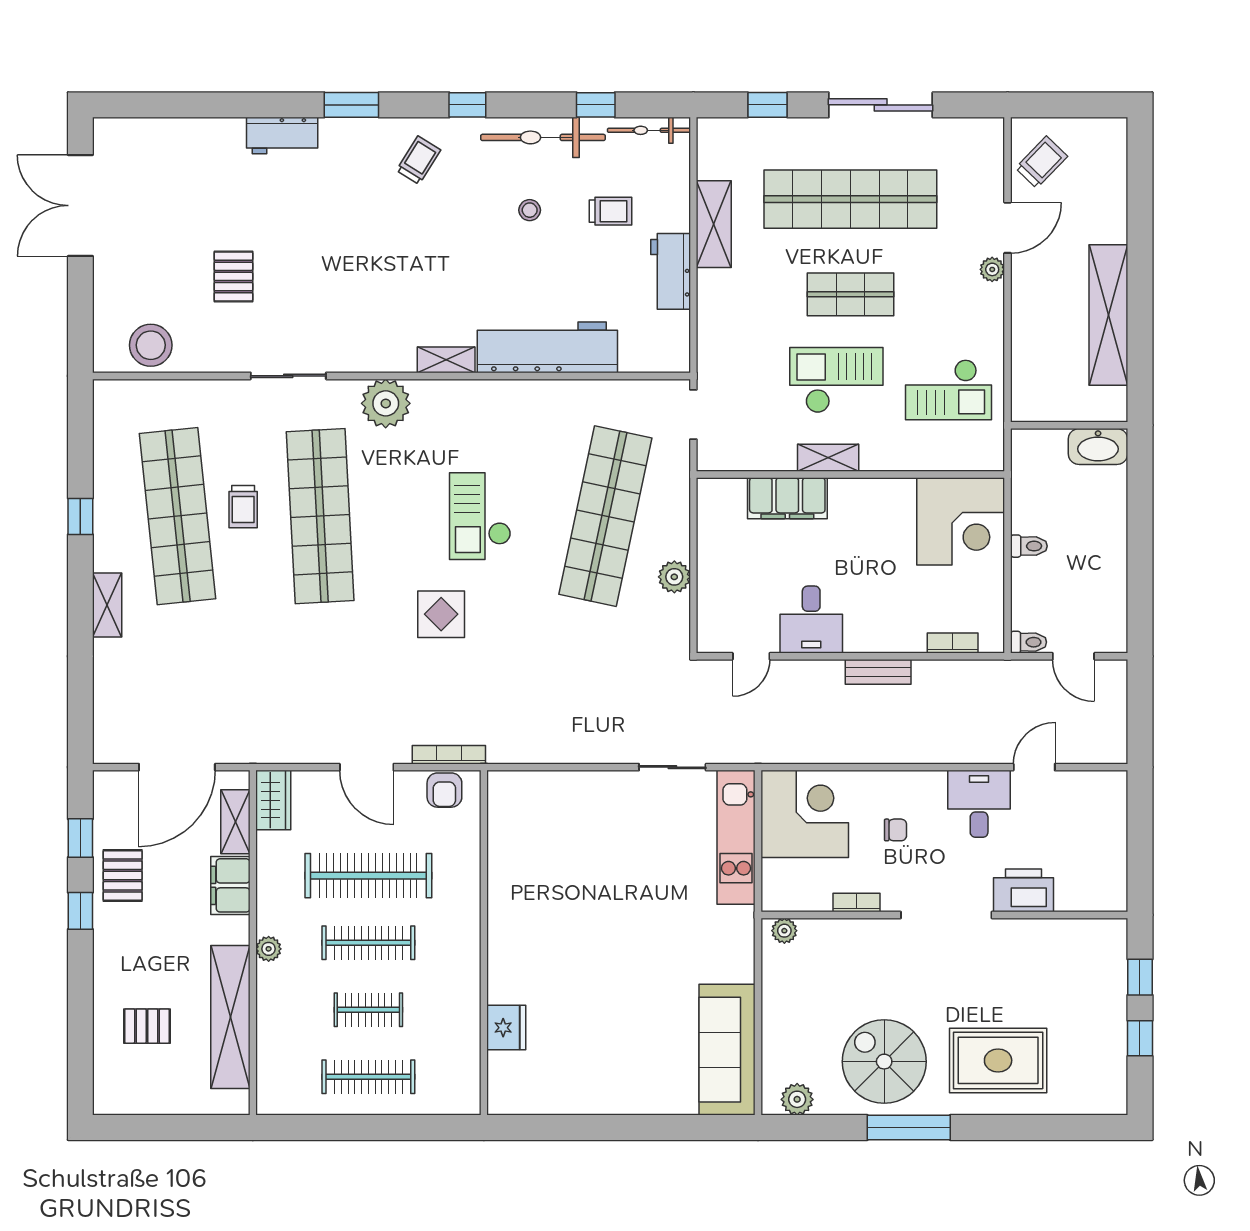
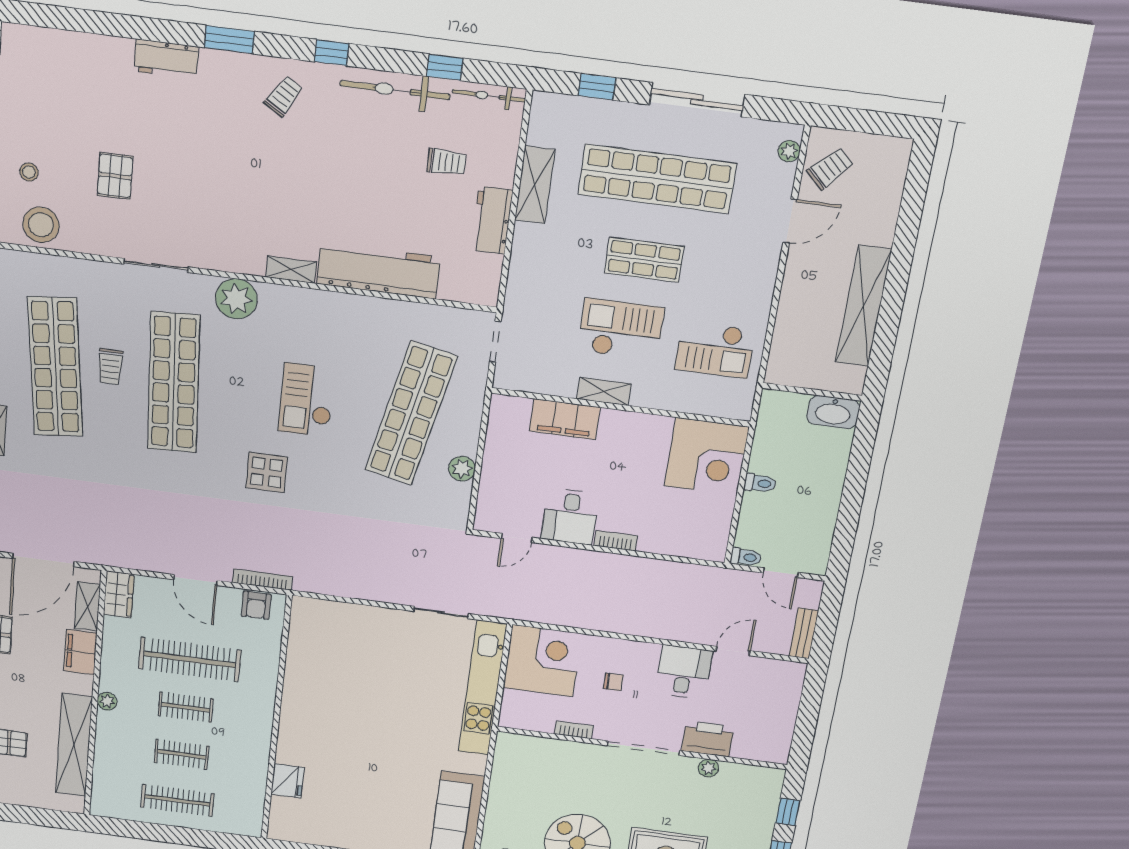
stool: (530, 210) -> (29, 172), moved
plant: (992, 269) -> (789, 151), moved
bookcase: (953, 643) -> (616, 541), moved
bench: (878, 672) -> (804, 633), moved, turned 90
kitchen unit: (736, 837) -> (483, 688), width x1.36
plant: (784, 931) -> (708, 768), moved
clothes rail: (368, 943) -> (186, 707), width x0.73

